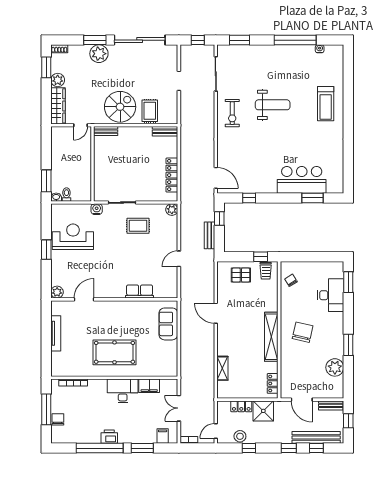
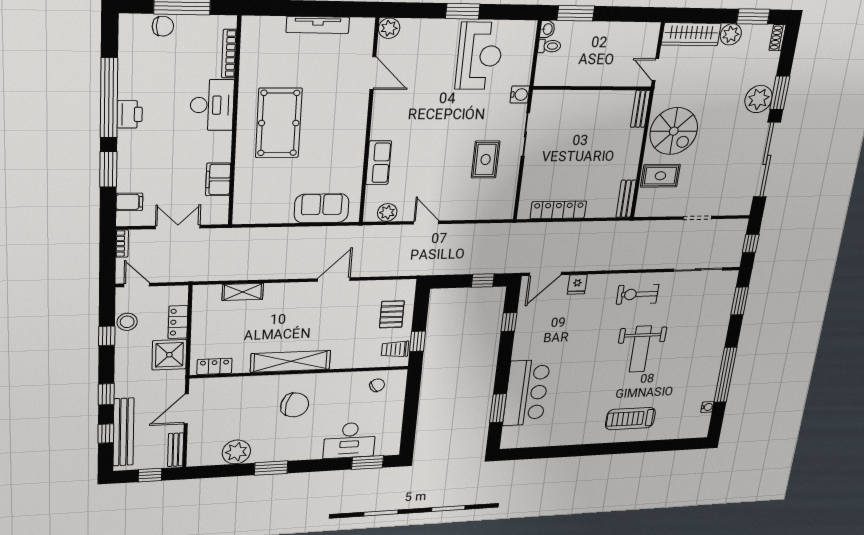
fridge: (224, 155) -> (577, 284), added
plant: (172, 210) -> (387, 212), moved
bench: (209, 235) -> (458, 267), removed
desk: (123, 391) -> (212, 105), moved

